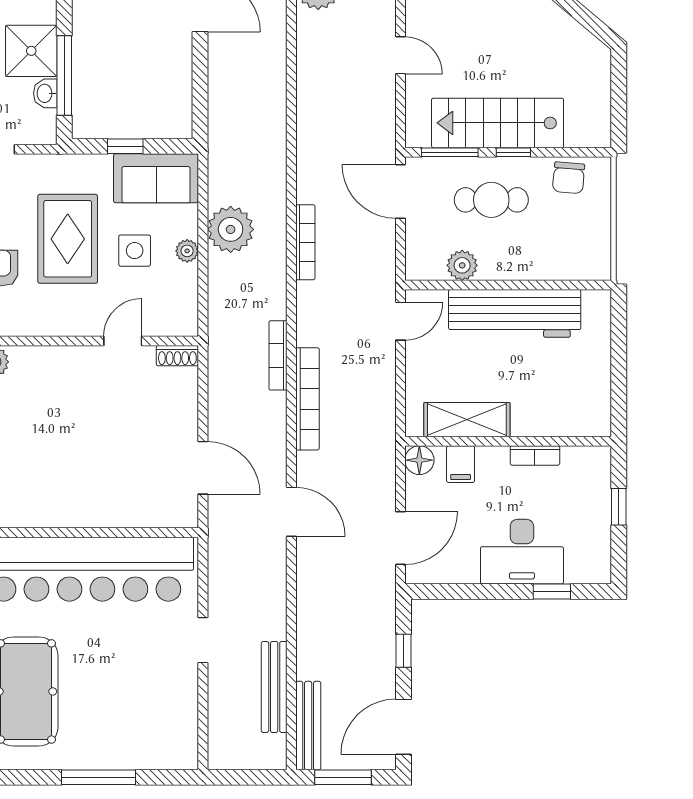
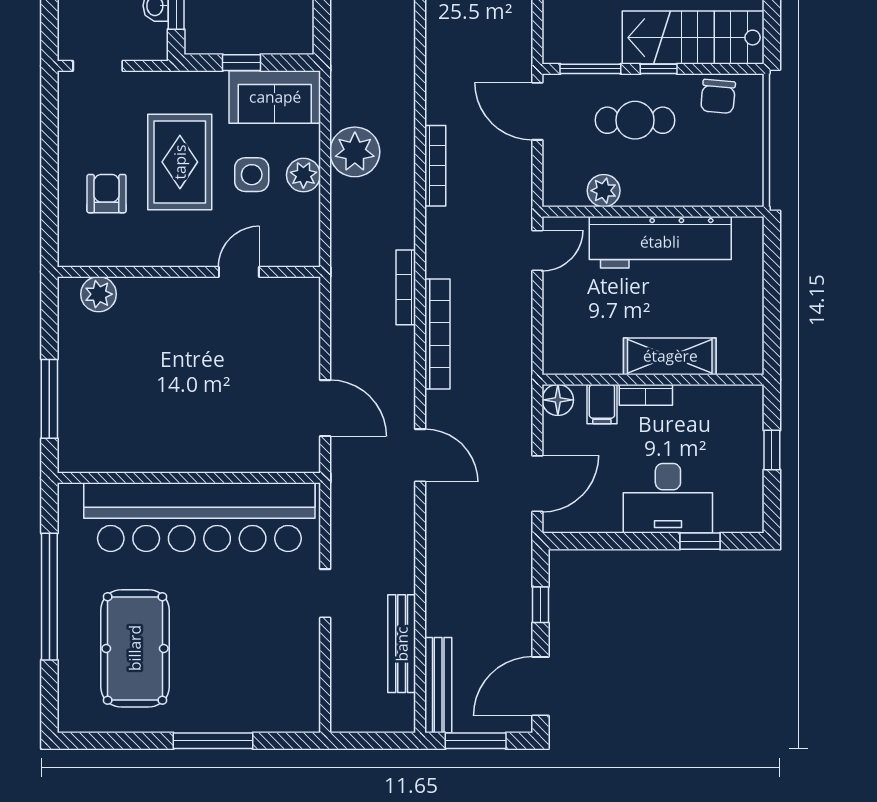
stairs: (498, 123) -> (693, 38), moved
plant: (187, 251) -> (303, 175), width x1.38, depth x1.38
shoe rack: (177, 356) -> (298, 288), removed
shelving: (467, 420) -> (670, 356), moved
bookcase: (535, 455) -> (646, 395), moved

